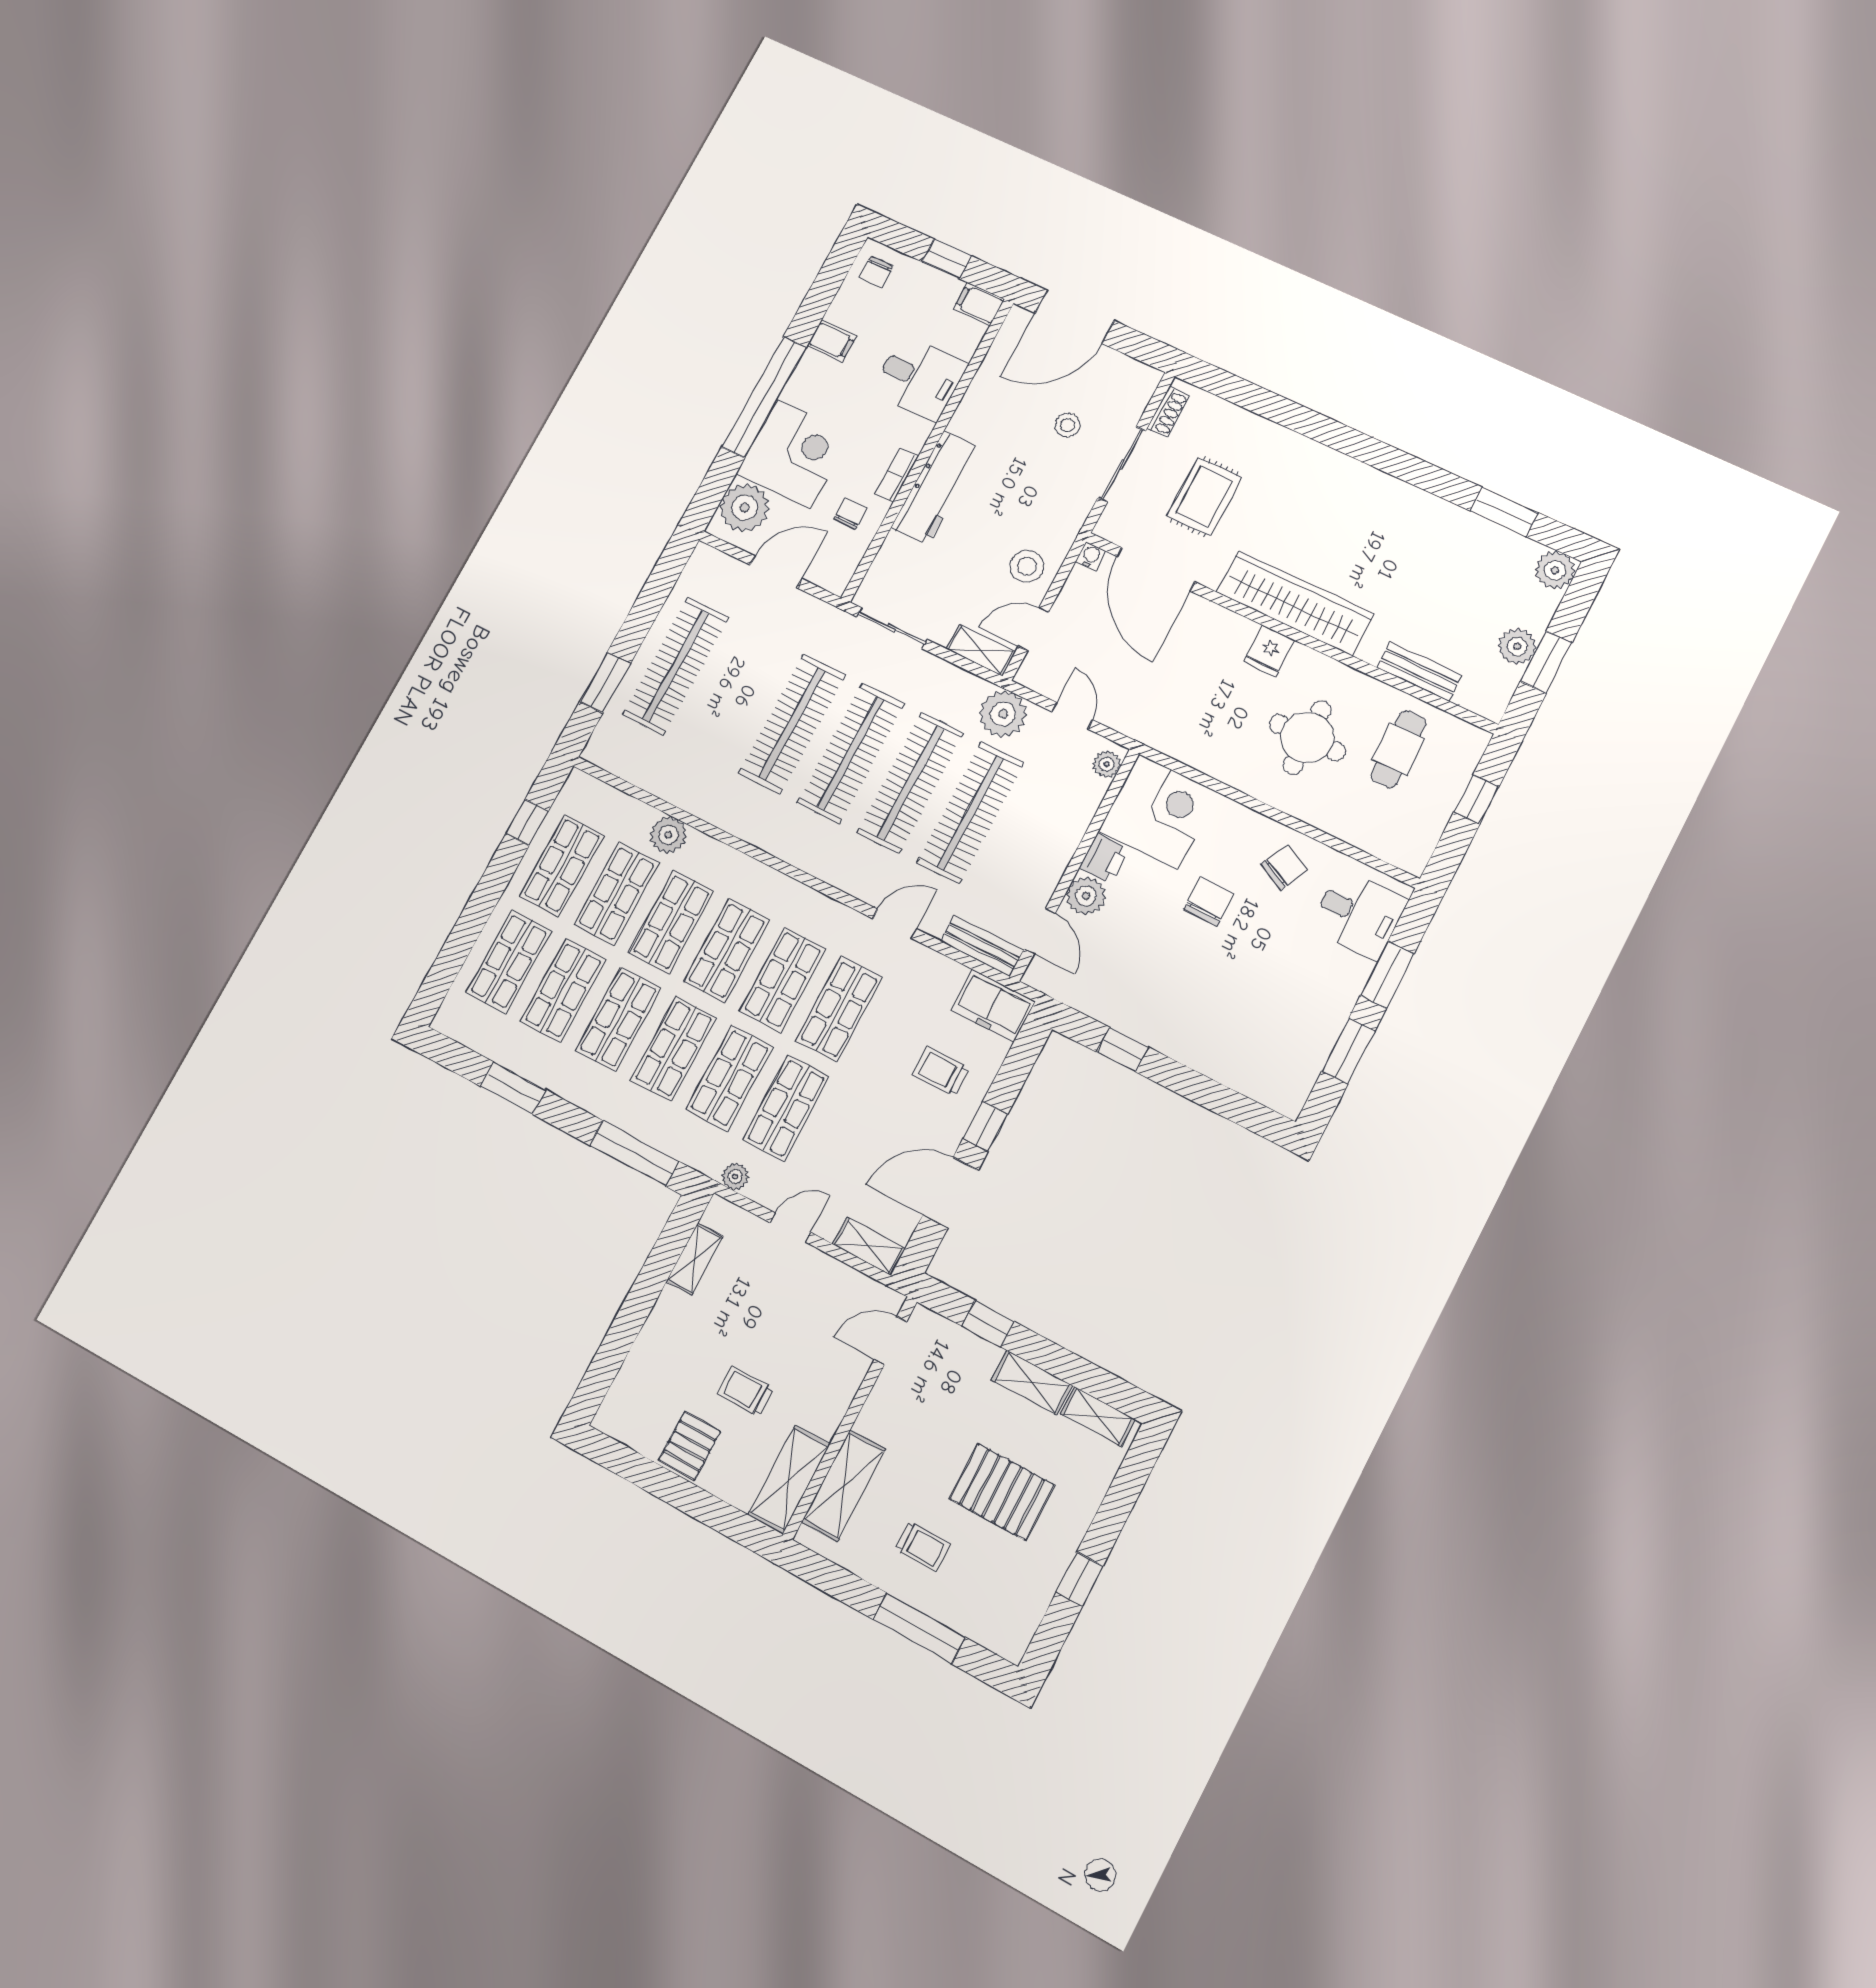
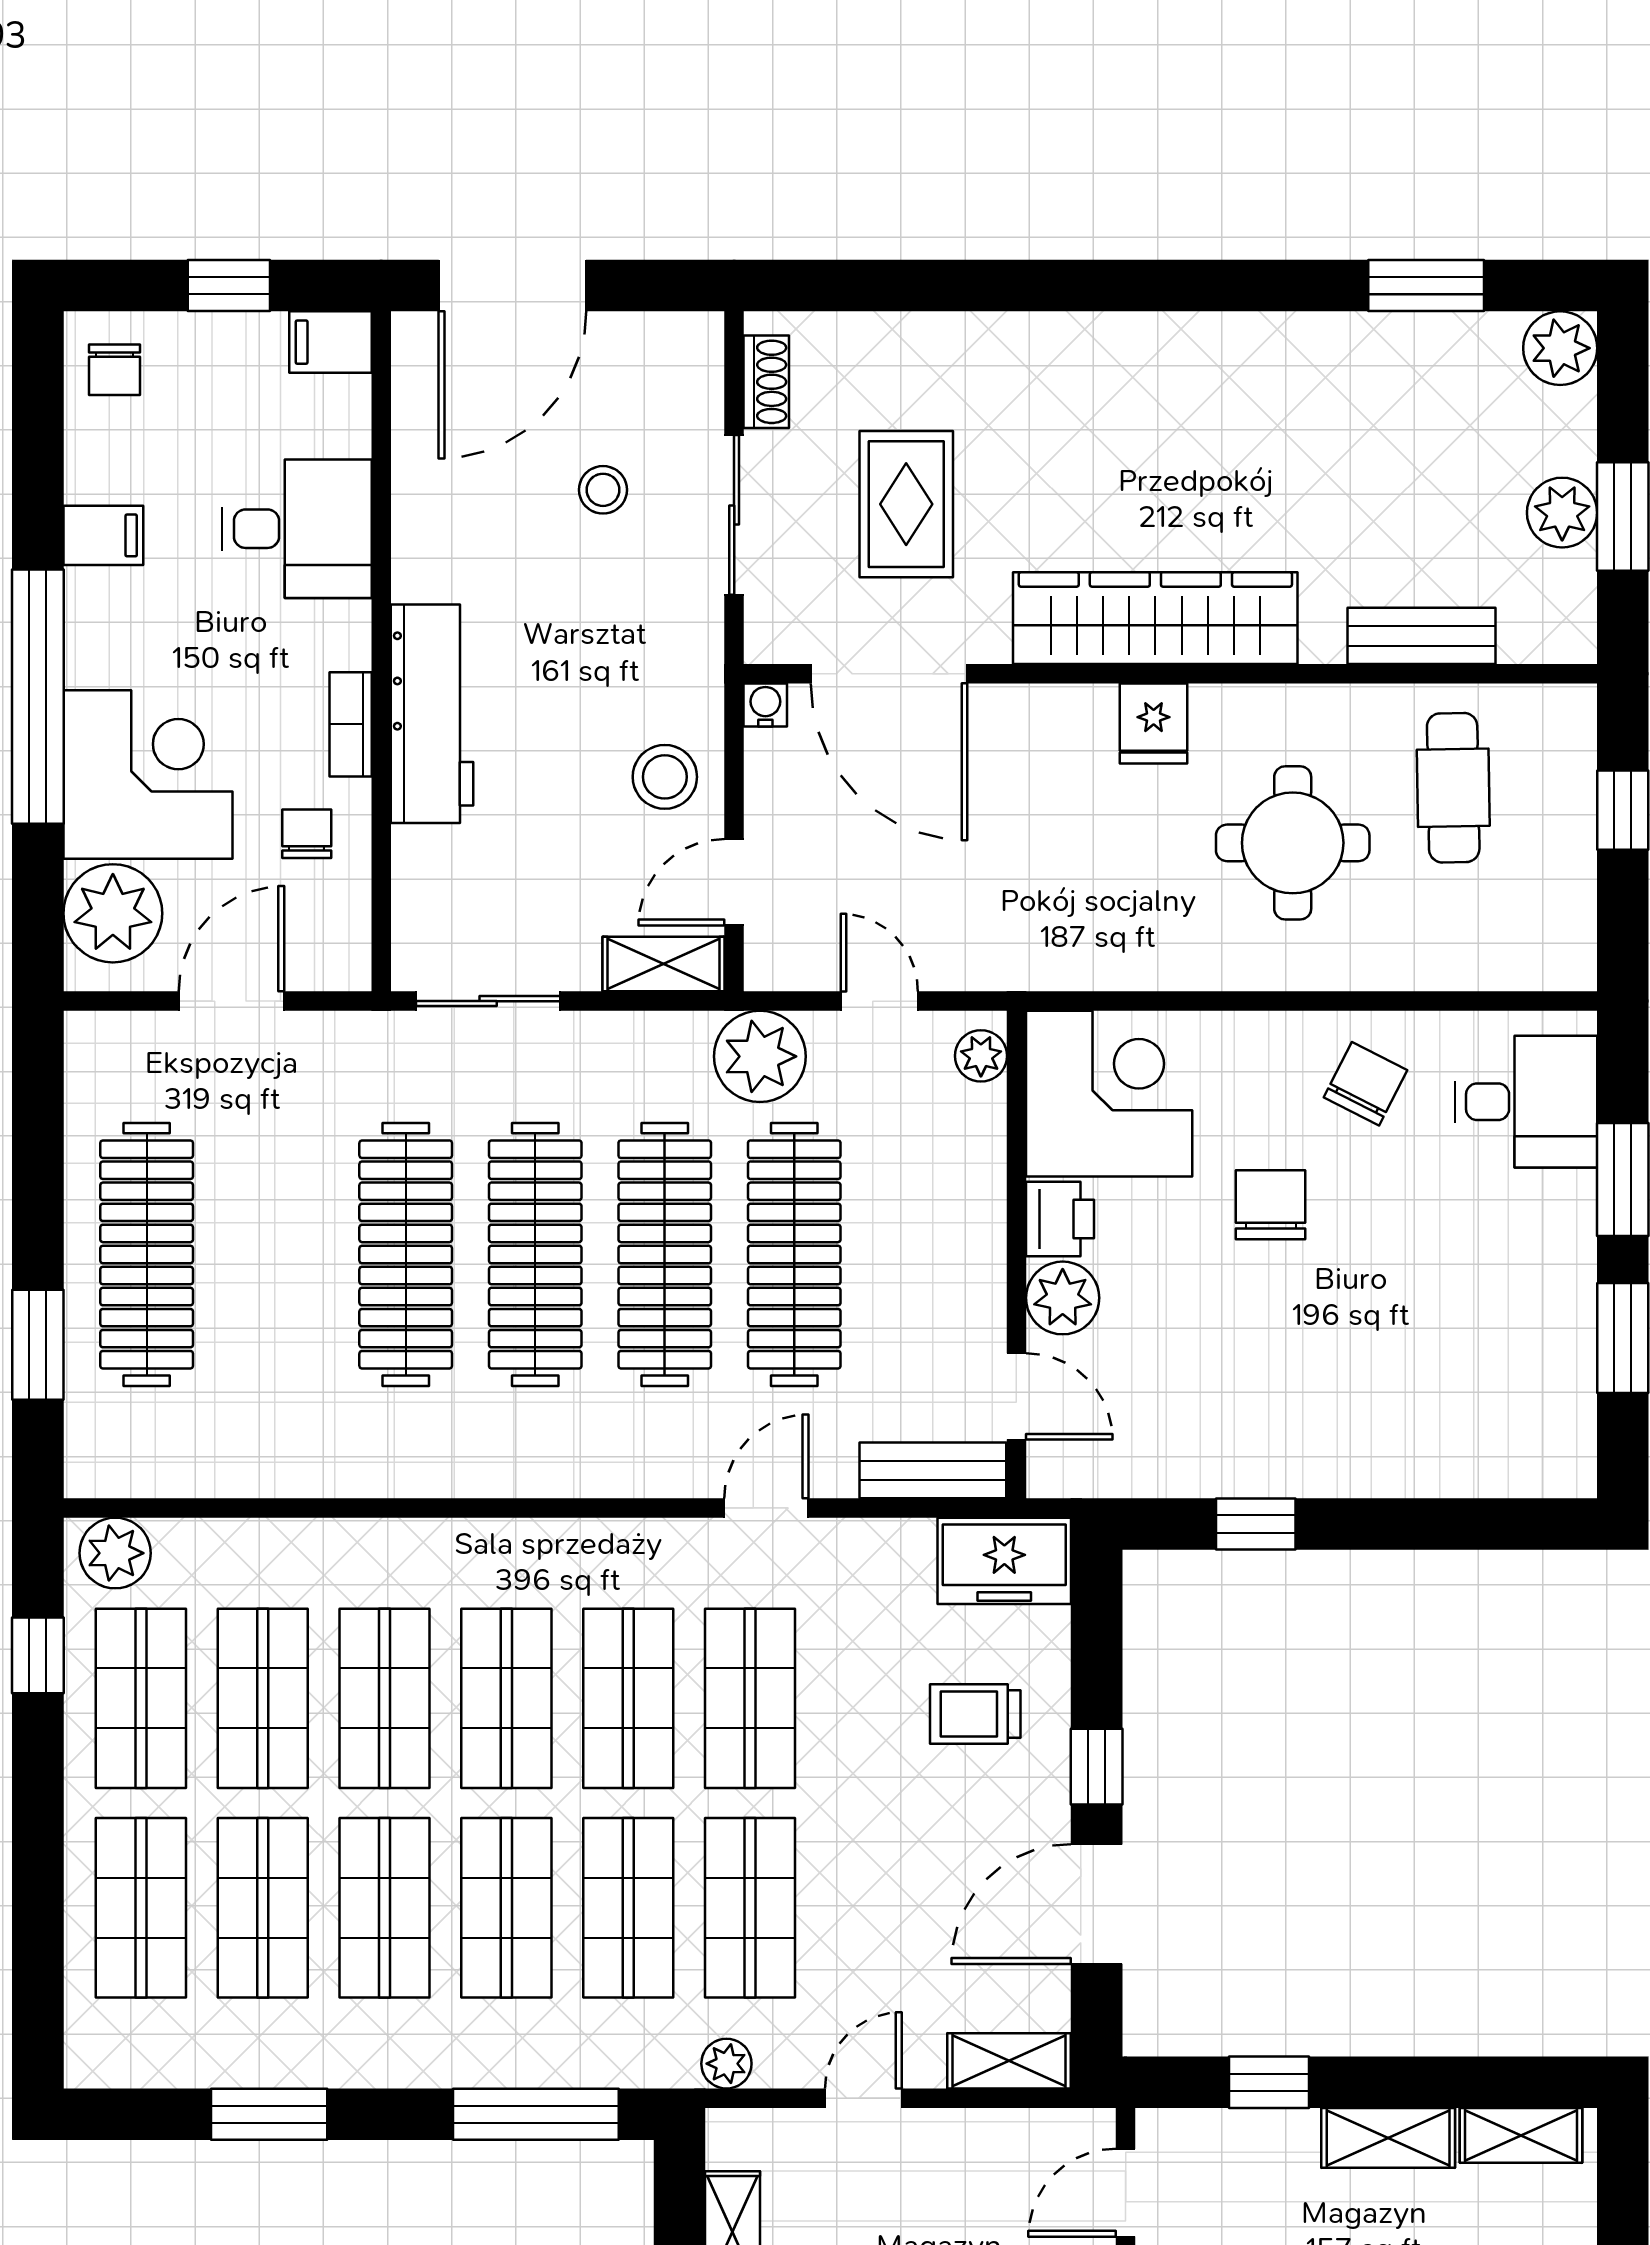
plant: (668, 835) -> (115, 1553), moved

